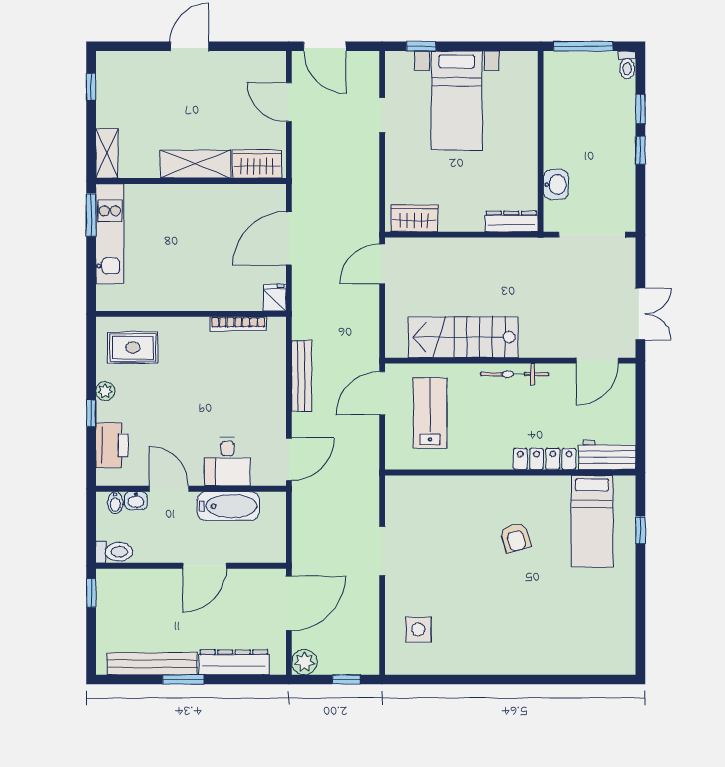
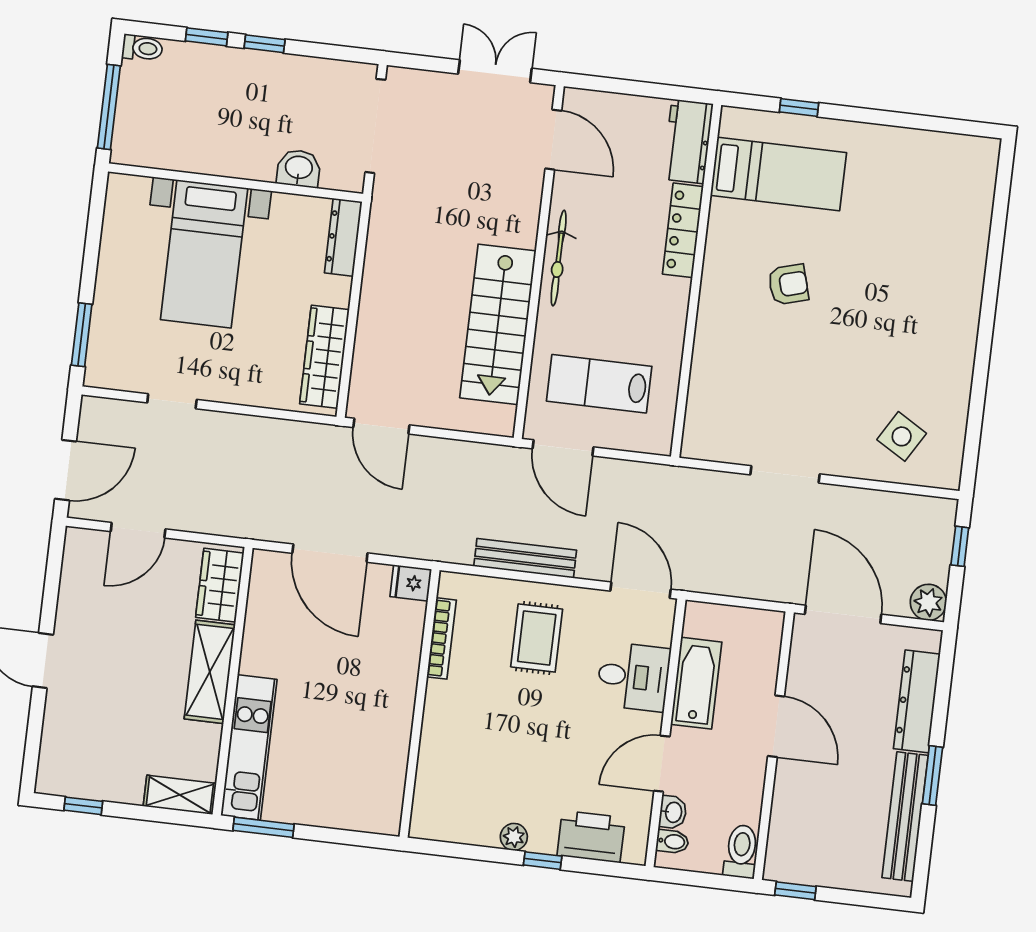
window: (421, 46) -> (82, 335), width x1.50
bed with nightstands: (457, 101) -> (204, 254), moved, turned 90
wardrobe: (414, 218) -> (324, 357), width x1.50
kitchen unit: (110, 234) -> (249, 747), moved, turned 90
rug: (133, 348) -> (537, 638), moved
side table: (418, 629) -> (902, 436), turned 31

